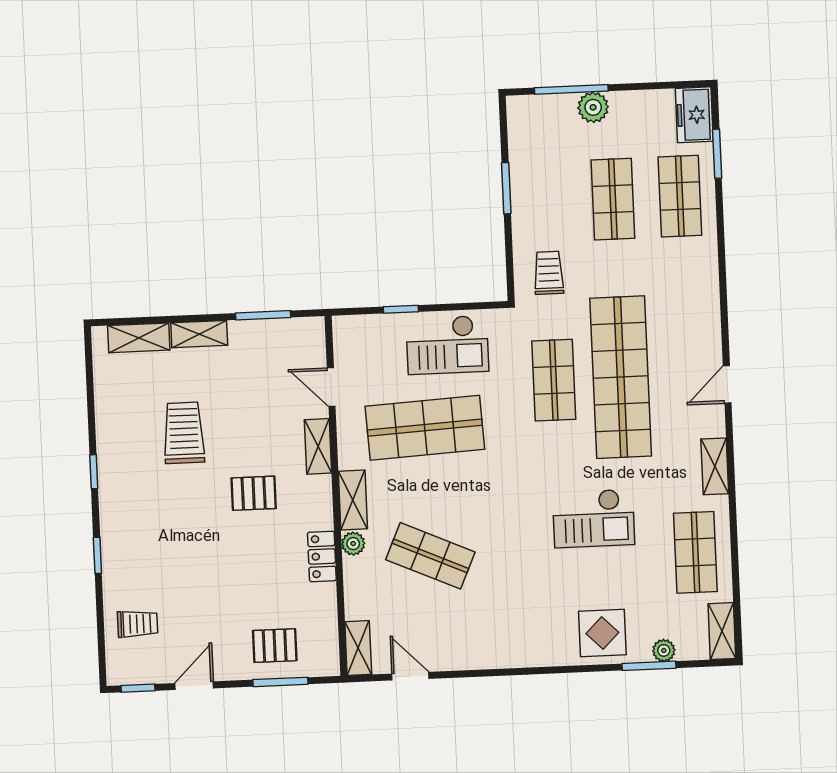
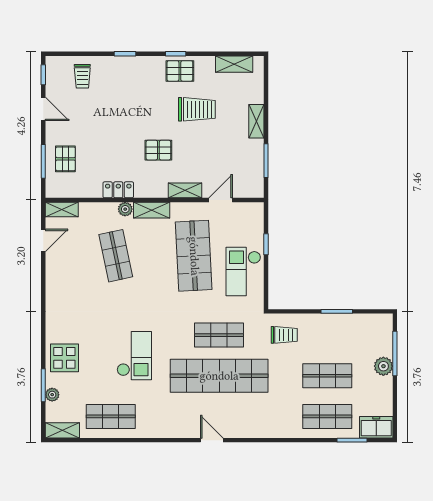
shelving: (139, 338) -> (234, 64), moved, turned 90
pallet: (122, 464) -> (180, 71), added
shelving: (715, 466) -> (163, 430), removed
pallet: (254, 493) -> (158, 150), turned 90
checkout: (594, 518) -> (134, 356), turned 180
shop shelf: (430, 556) -> (116, 256), turned -36

